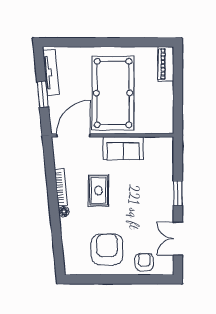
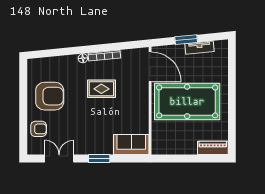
tv unit: (51, 72) -> (200, 48), width x0.71
sofa: (123, 148) -> (131, 145), moved, turned 90

